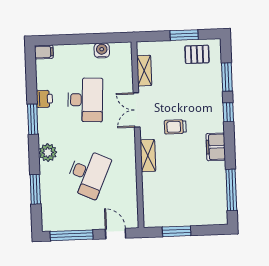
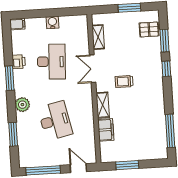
water cooler: (102, 50) -> (52, 22), moved
pallet: (197, 54) -> (149, 29), moved
filing cabinet: (216, 147) -> (106, 130), moved, turned 180
desk: (88, 174) -> (55, 121), turned -36

